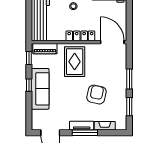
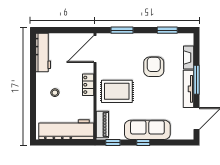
locker: (80, 36) -> (88, 85), width x0.66
window: (129, 79) -> (122, 30), moved
armchair: (96, 95) -> (154, 67), turned 78
tv unit: (82, 126) -> (188, 89), width x1.41

